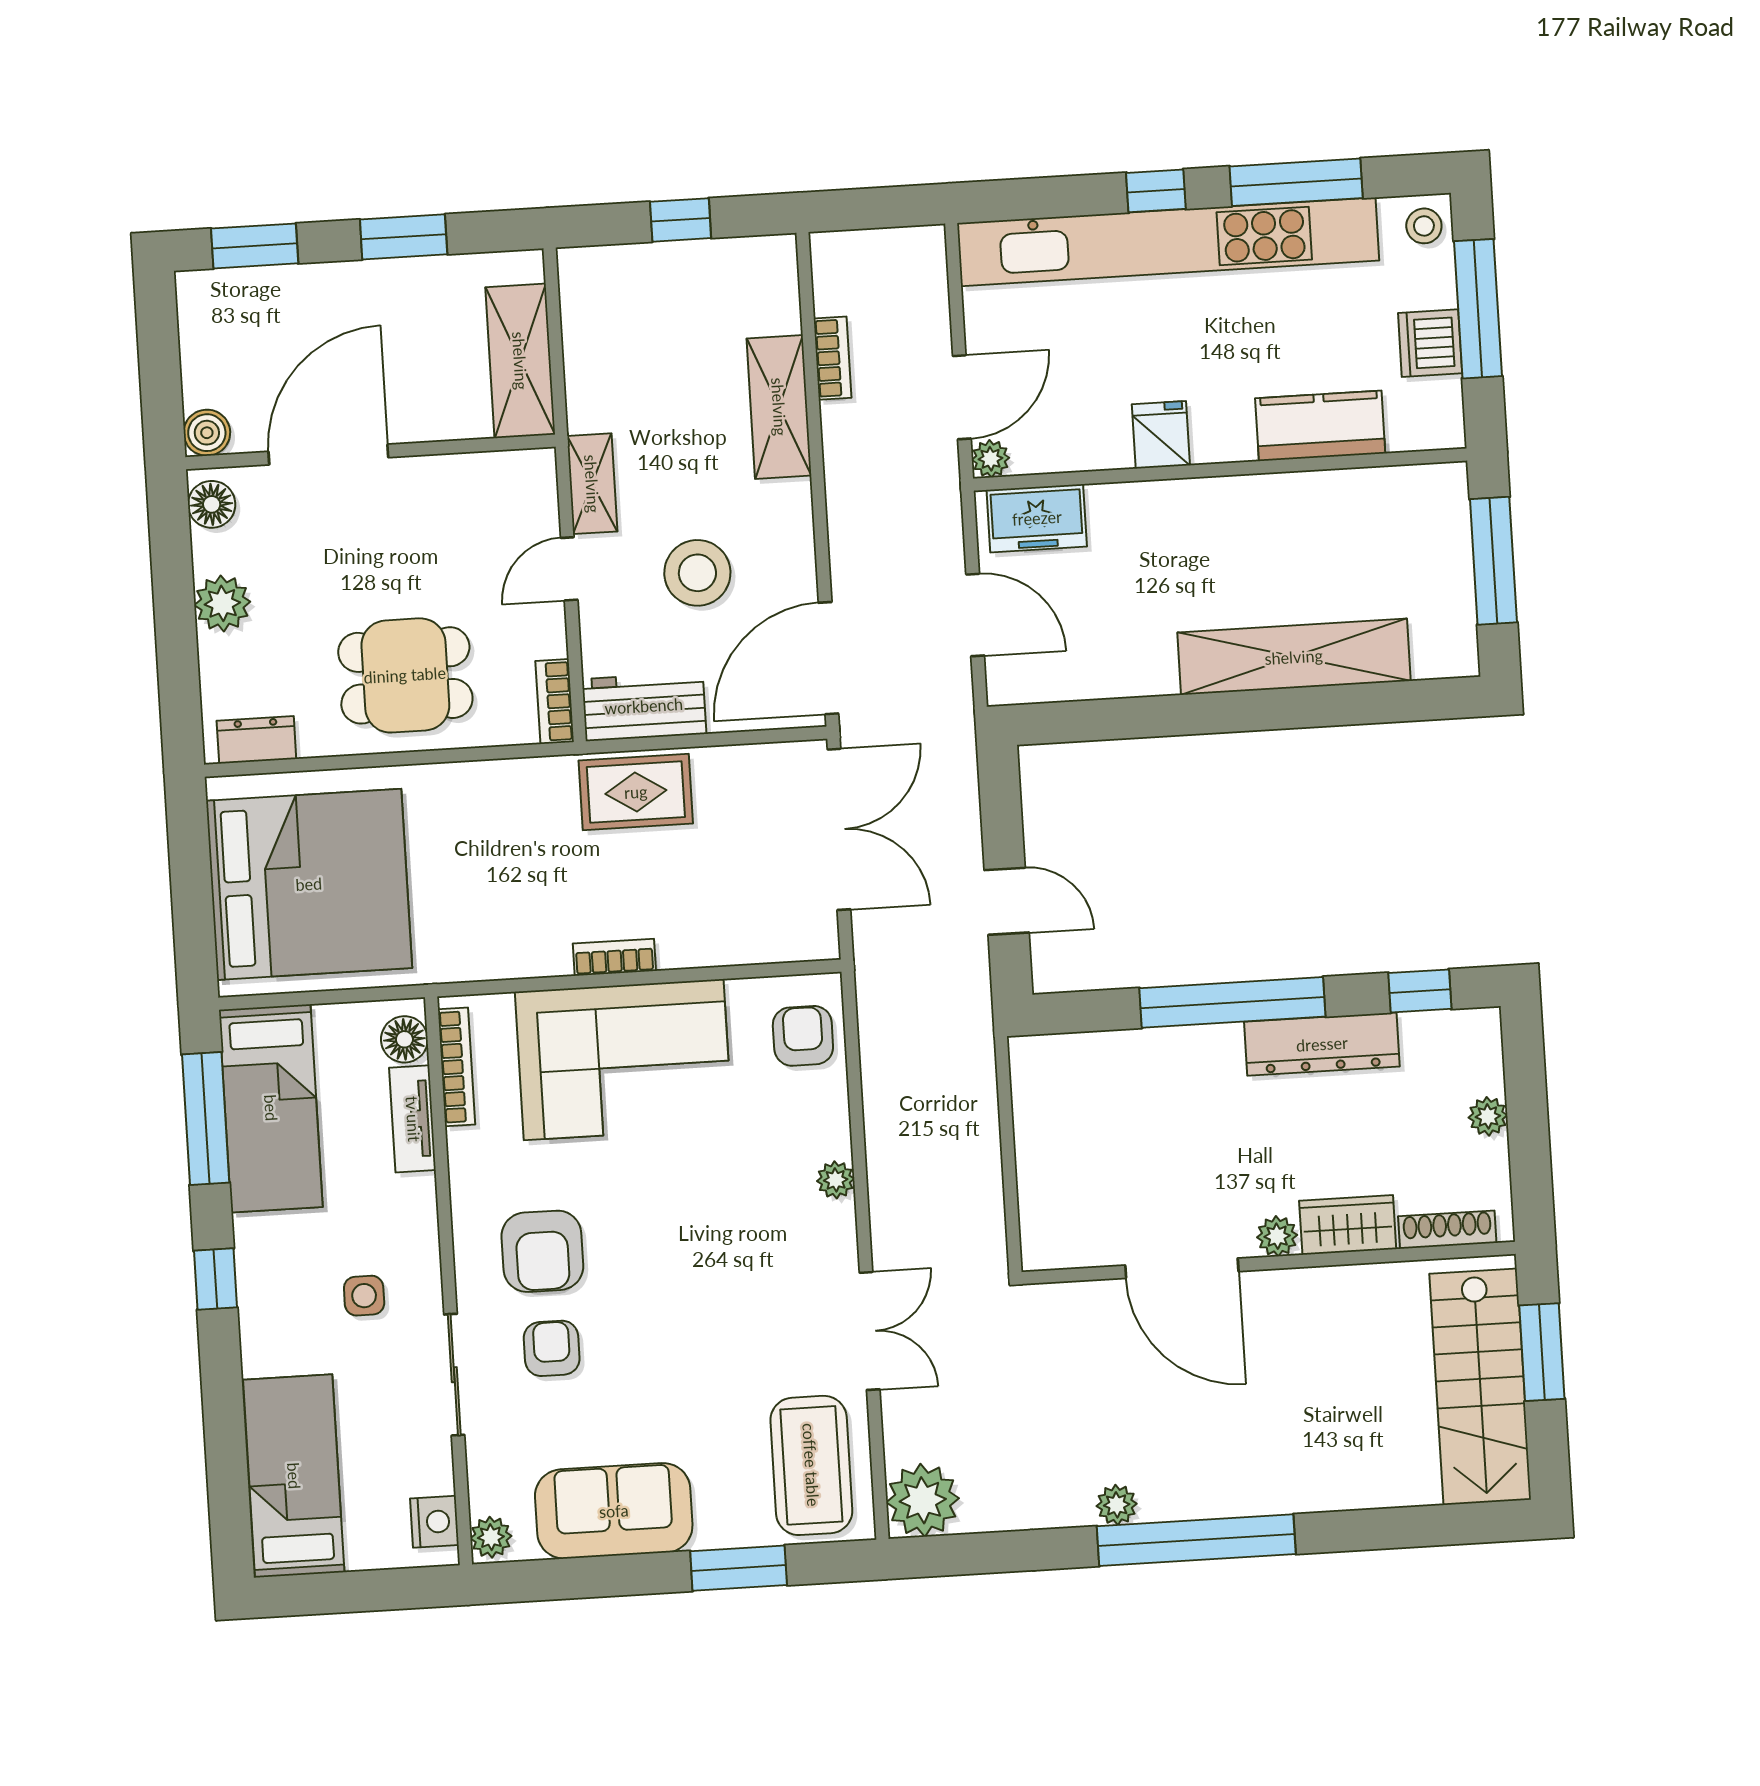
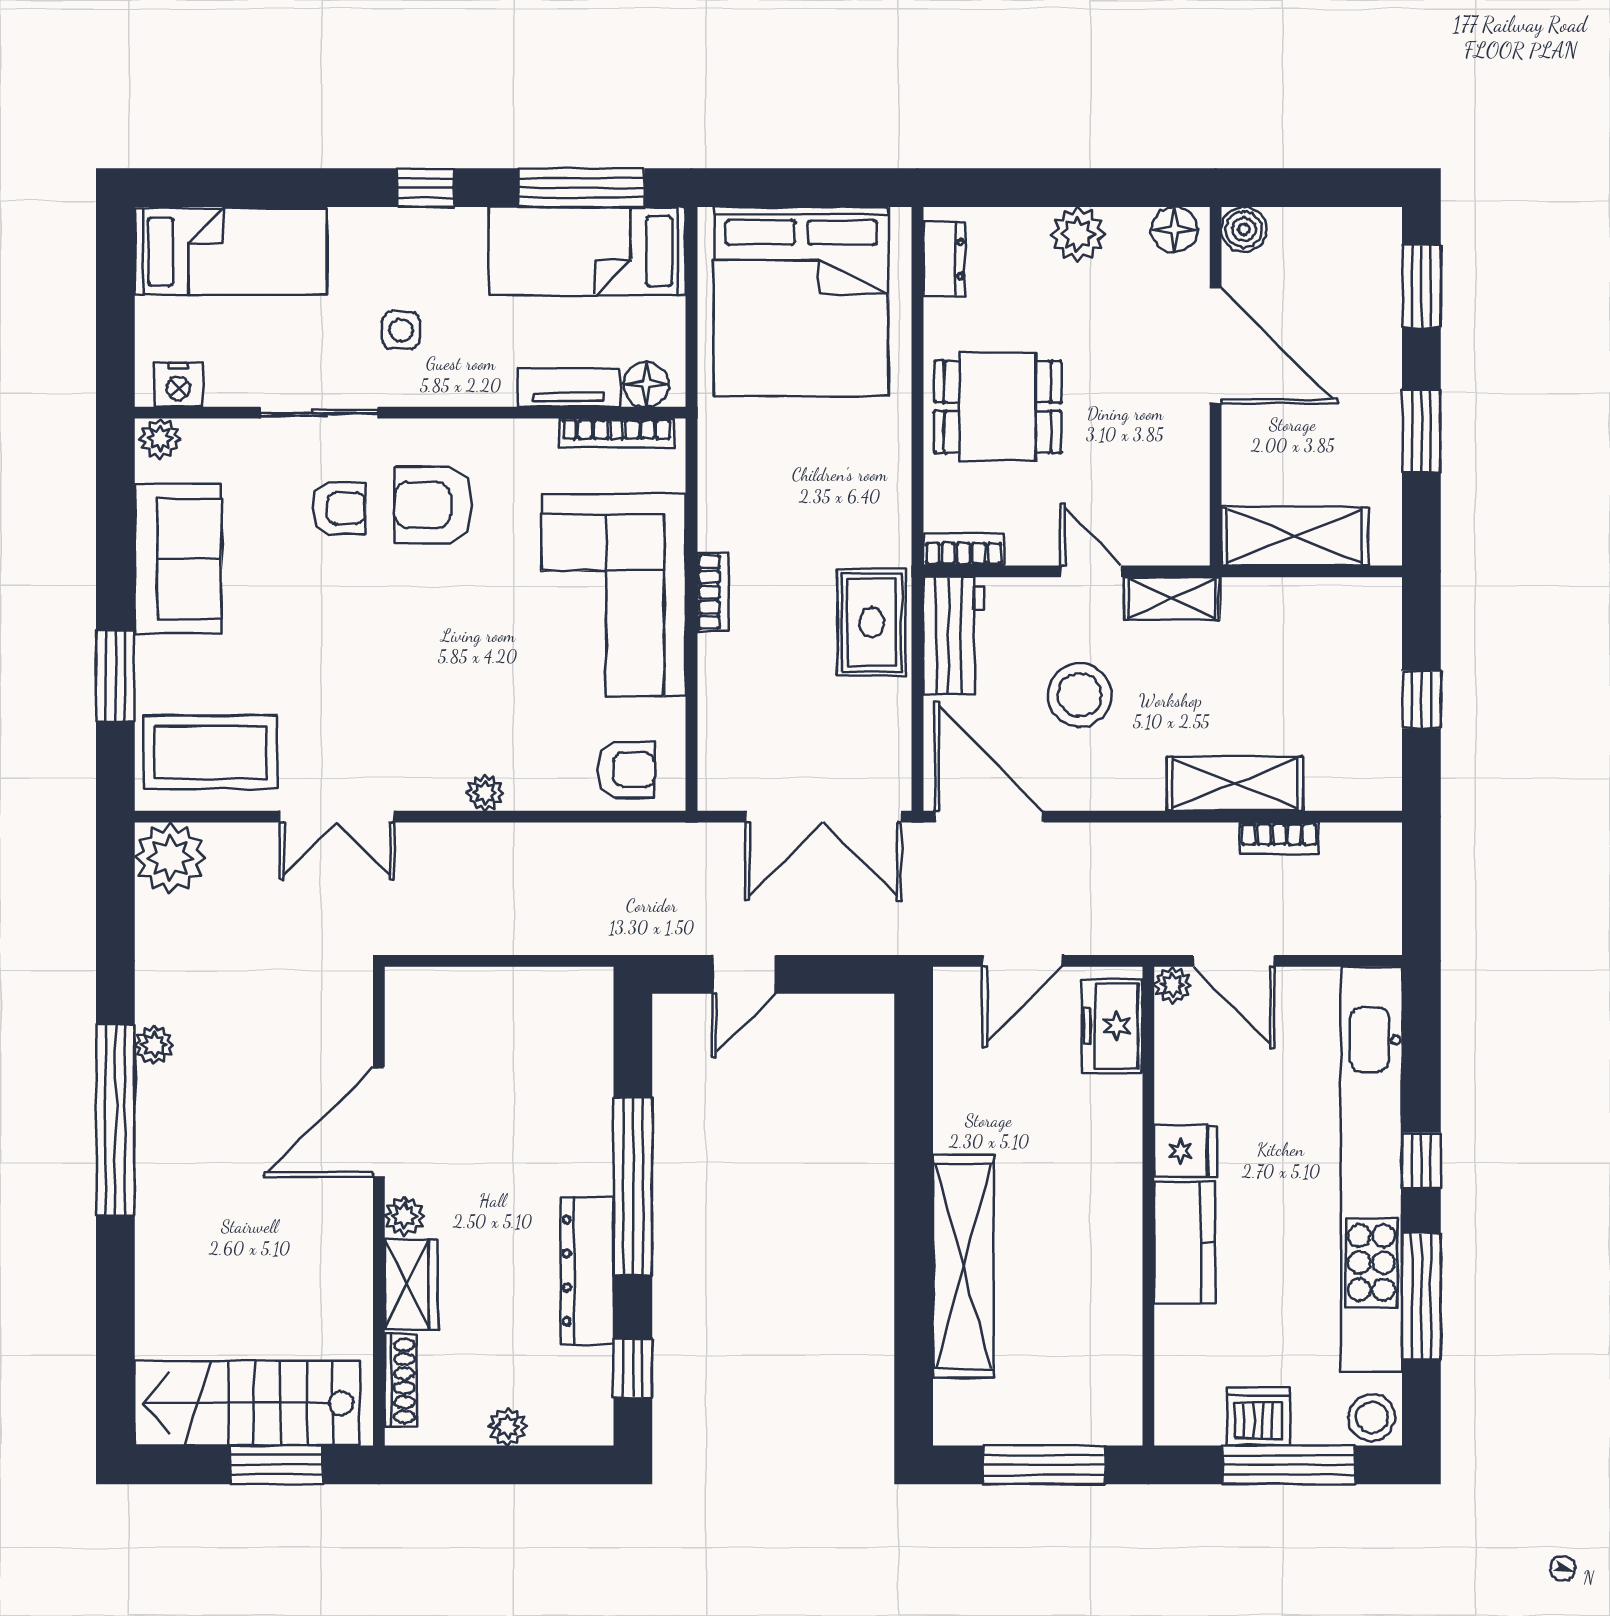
stool: (1424, 226) -> (1372, 1417), width x1.37, depth x1.37
kitchen counter: (1320, 426) -> (1185, 1242), moved
dining table: (405, 675) -> (998, 407), turned 90

